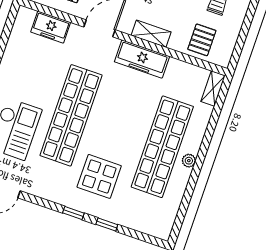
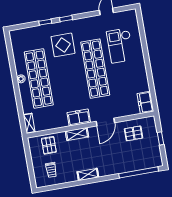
freezer: (51, 27) -> (145, 102), moved, turned -90
freezer: (142, 59) -> (79, 117), width x0.71

